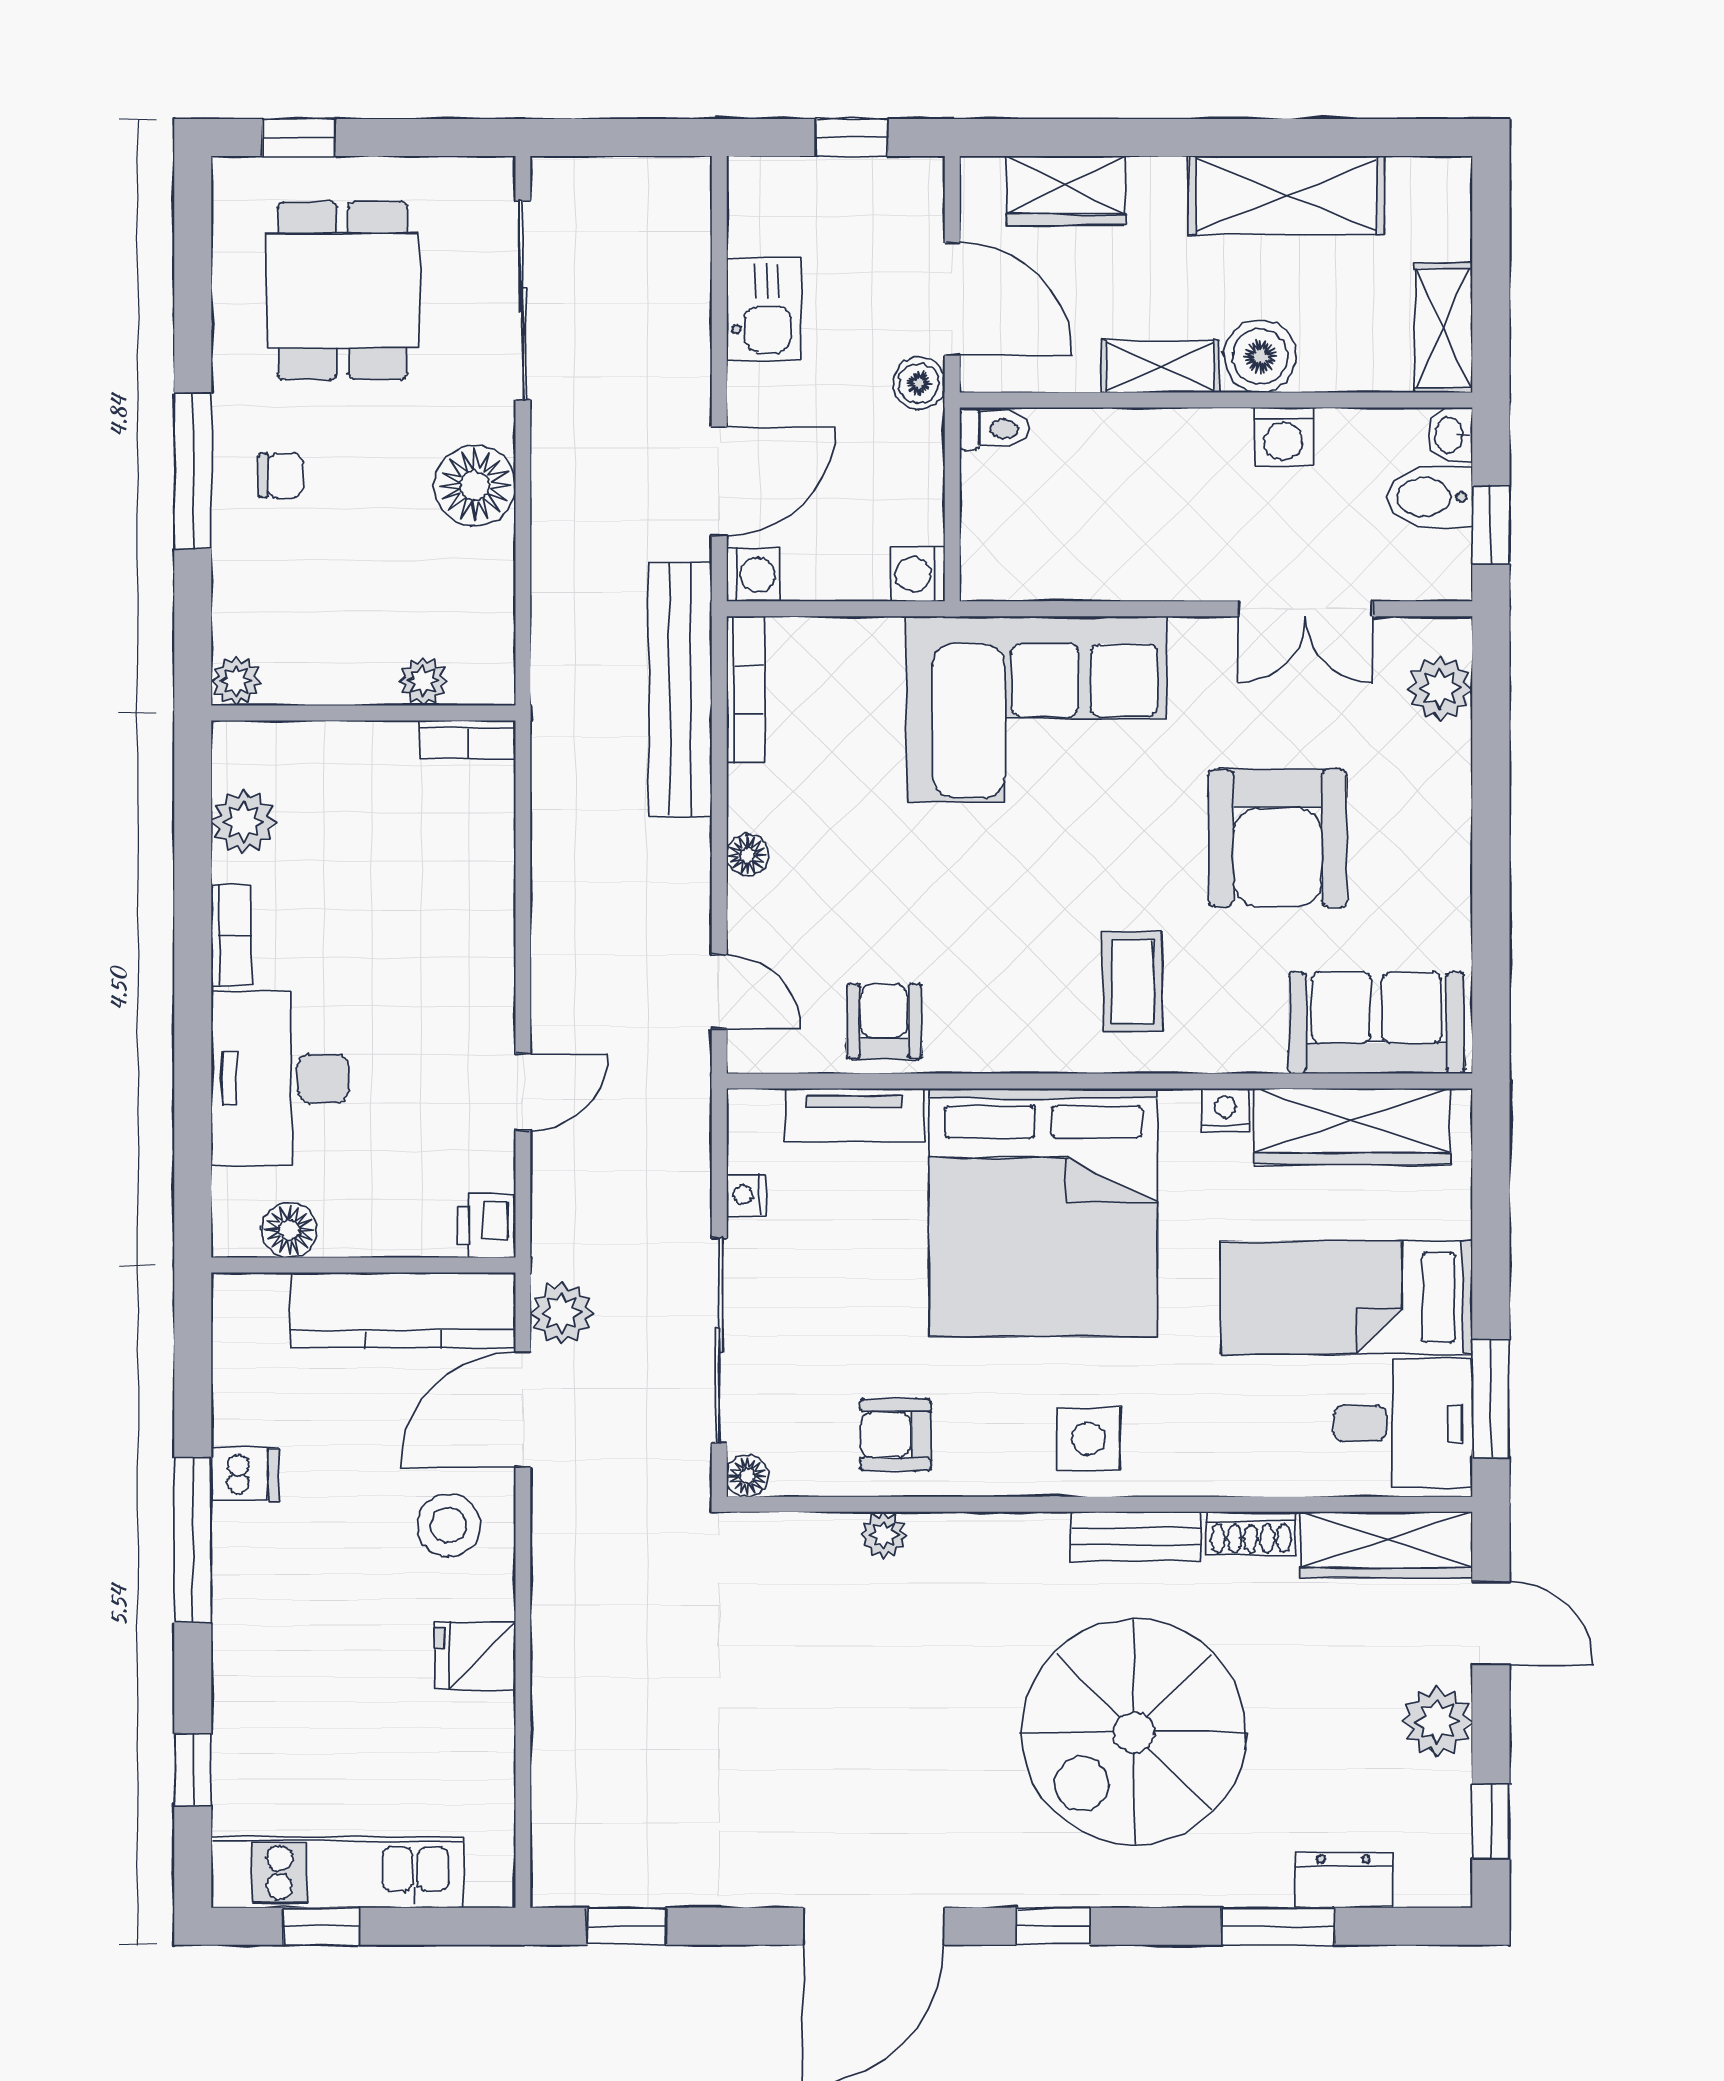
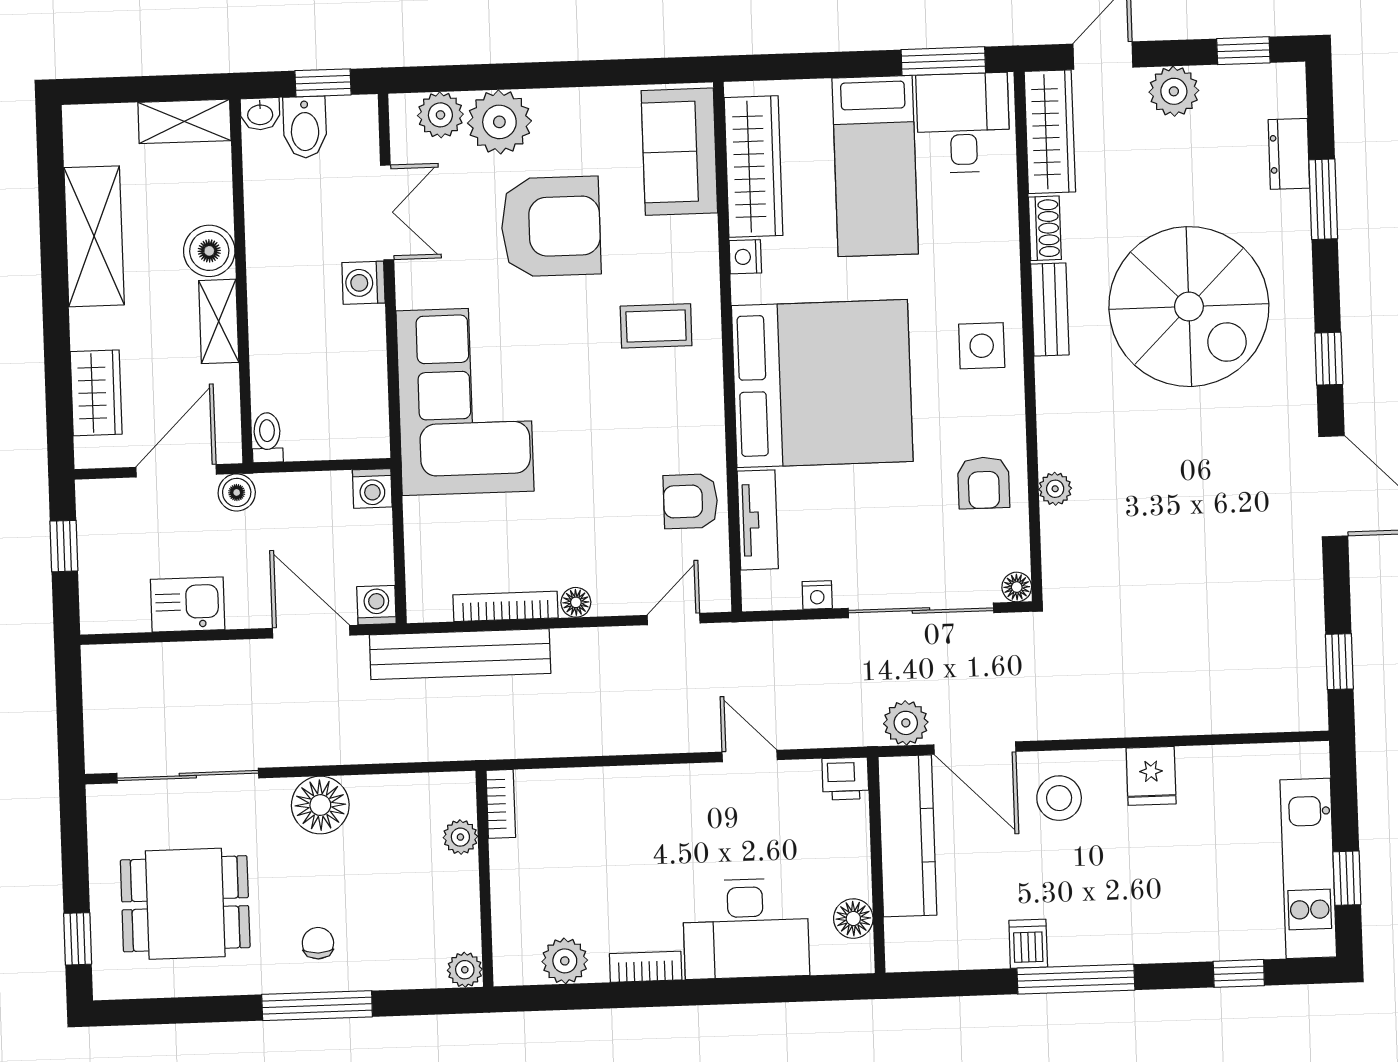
washing machine: (1283, 437) -> (363, 283), moved, turned 180
bookcase: (745, 689) -> (505, 606), moved
plant: (1427, 771) -> (499, 122), added

